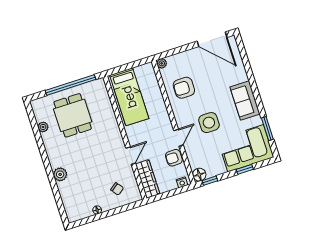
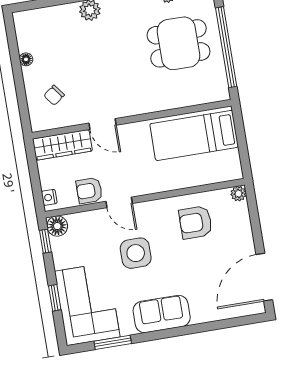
armchair: (184, 88) -> (196, 222), turned -90
armchair: (174, 158) -> (89, 191), turned -90

